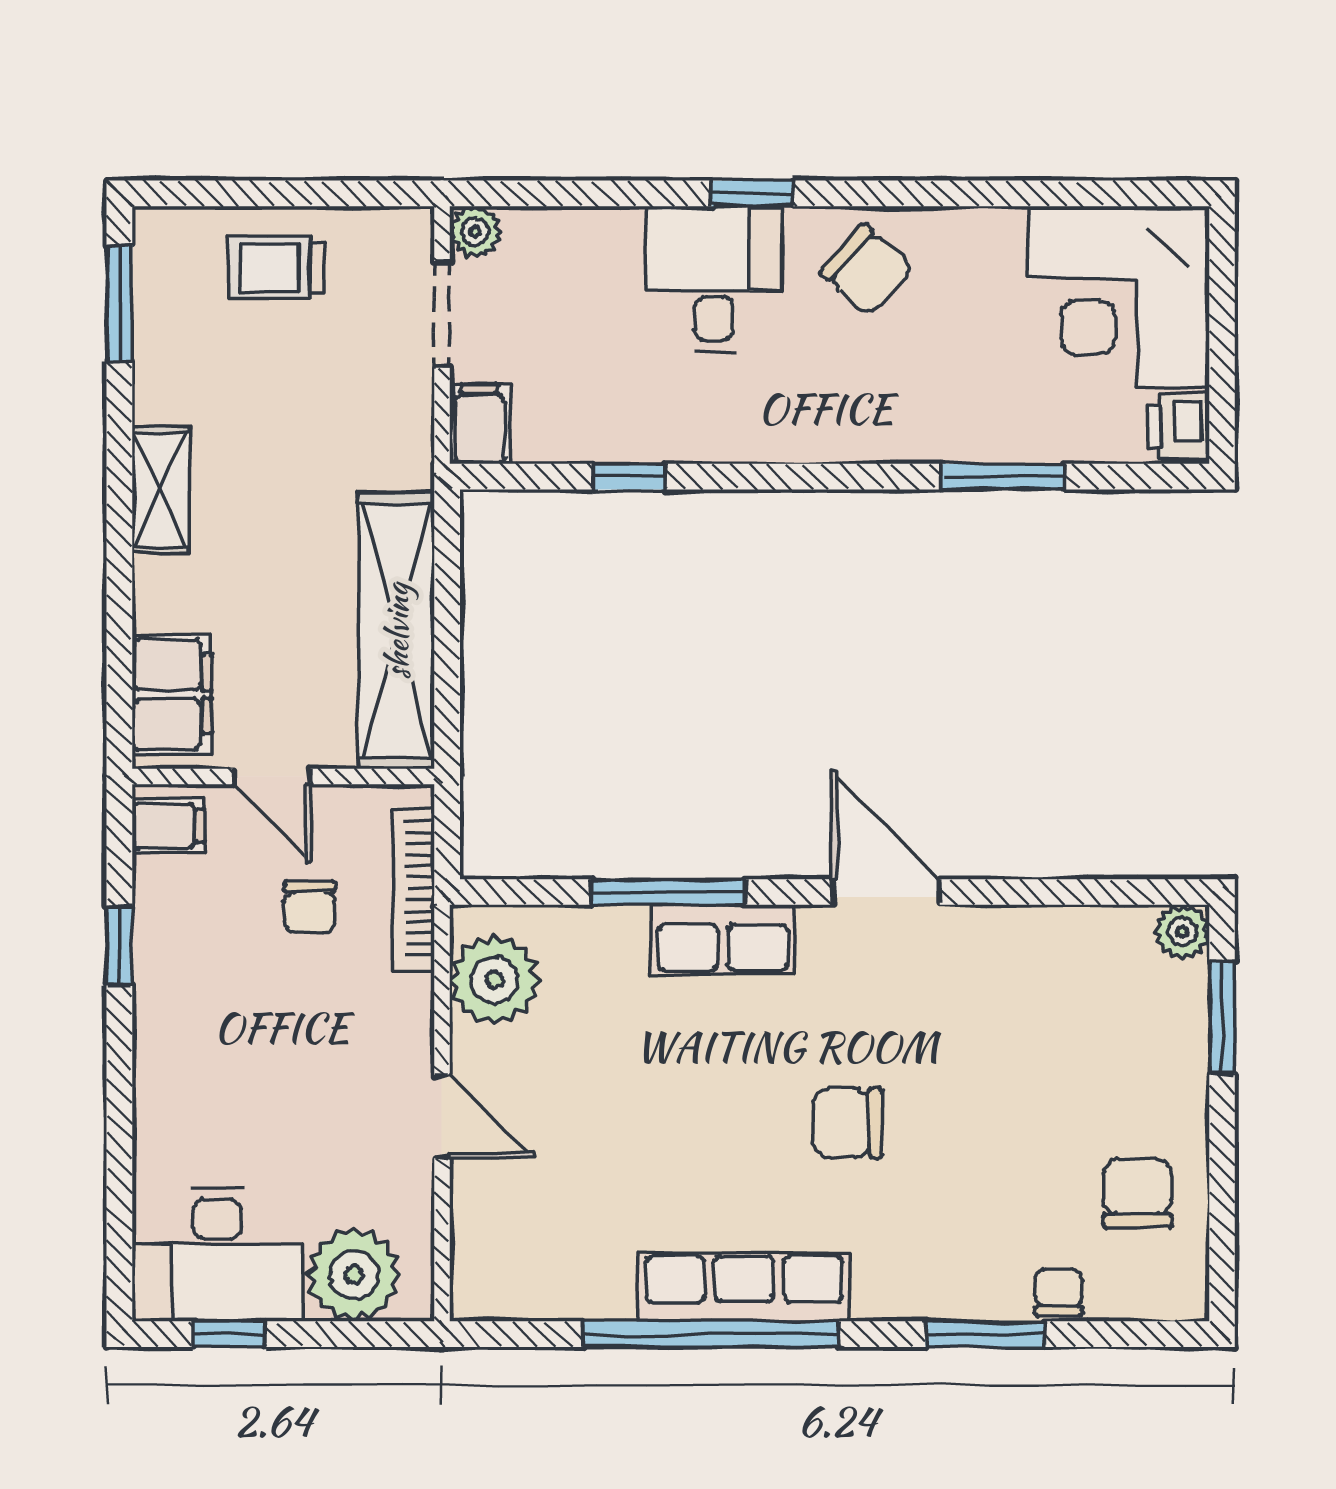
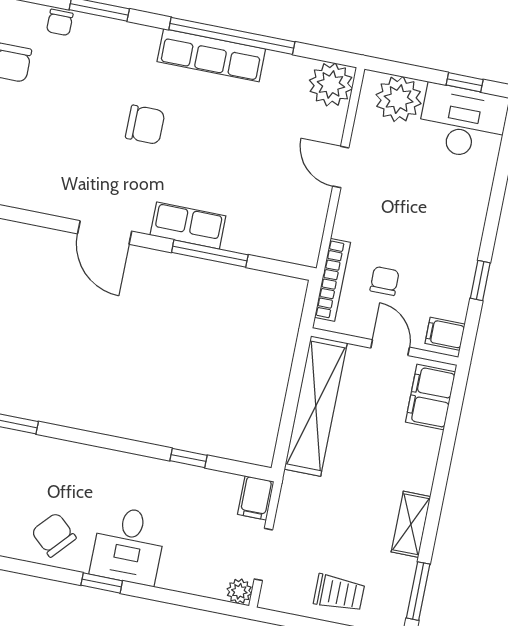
shelving: (160, 490) -> (411, 524), moved
plant: (494, 980) -> (331, 84), moved

